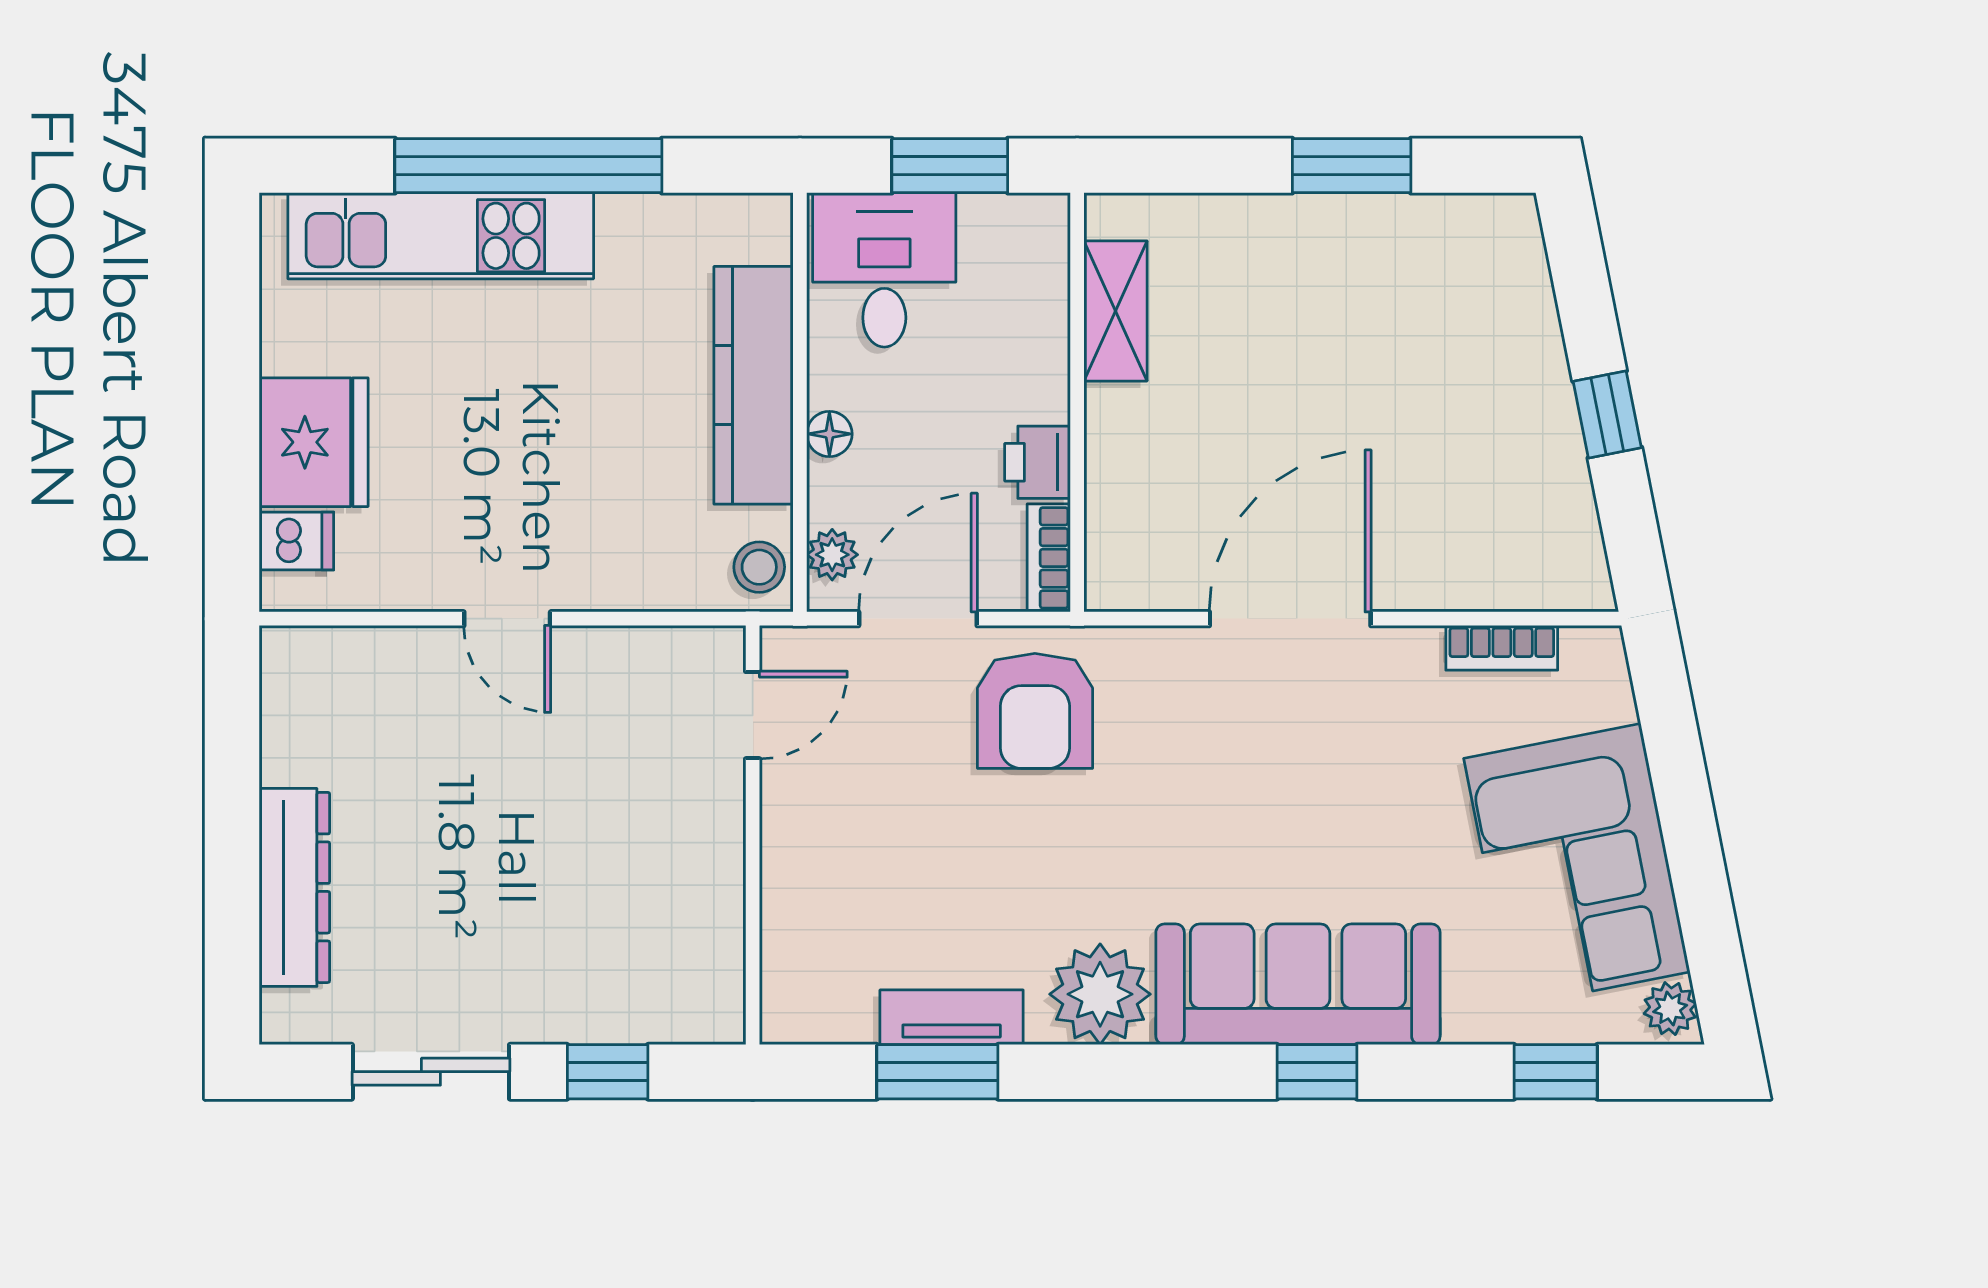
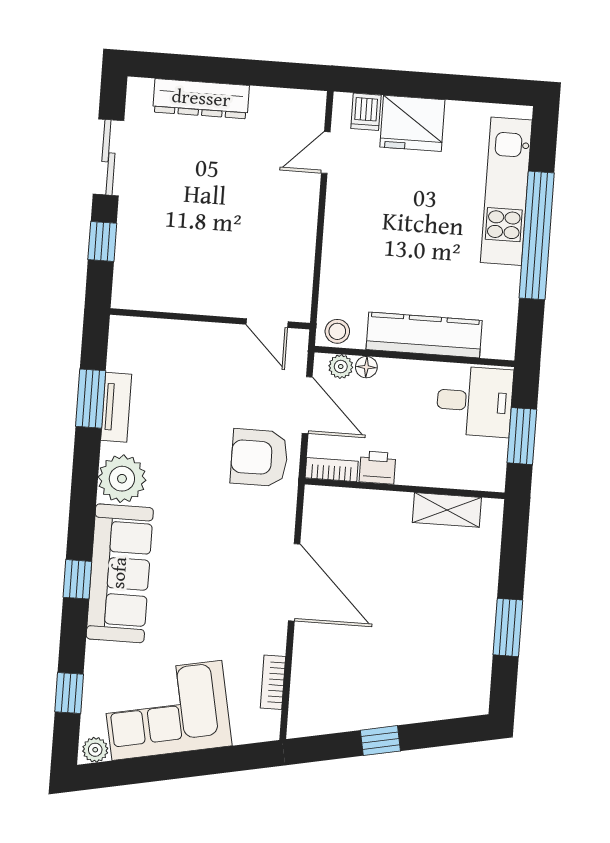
floor lamp: (829, 434) -> (366, 367), moved
door: (507, 619) -> (326, 153), moved

